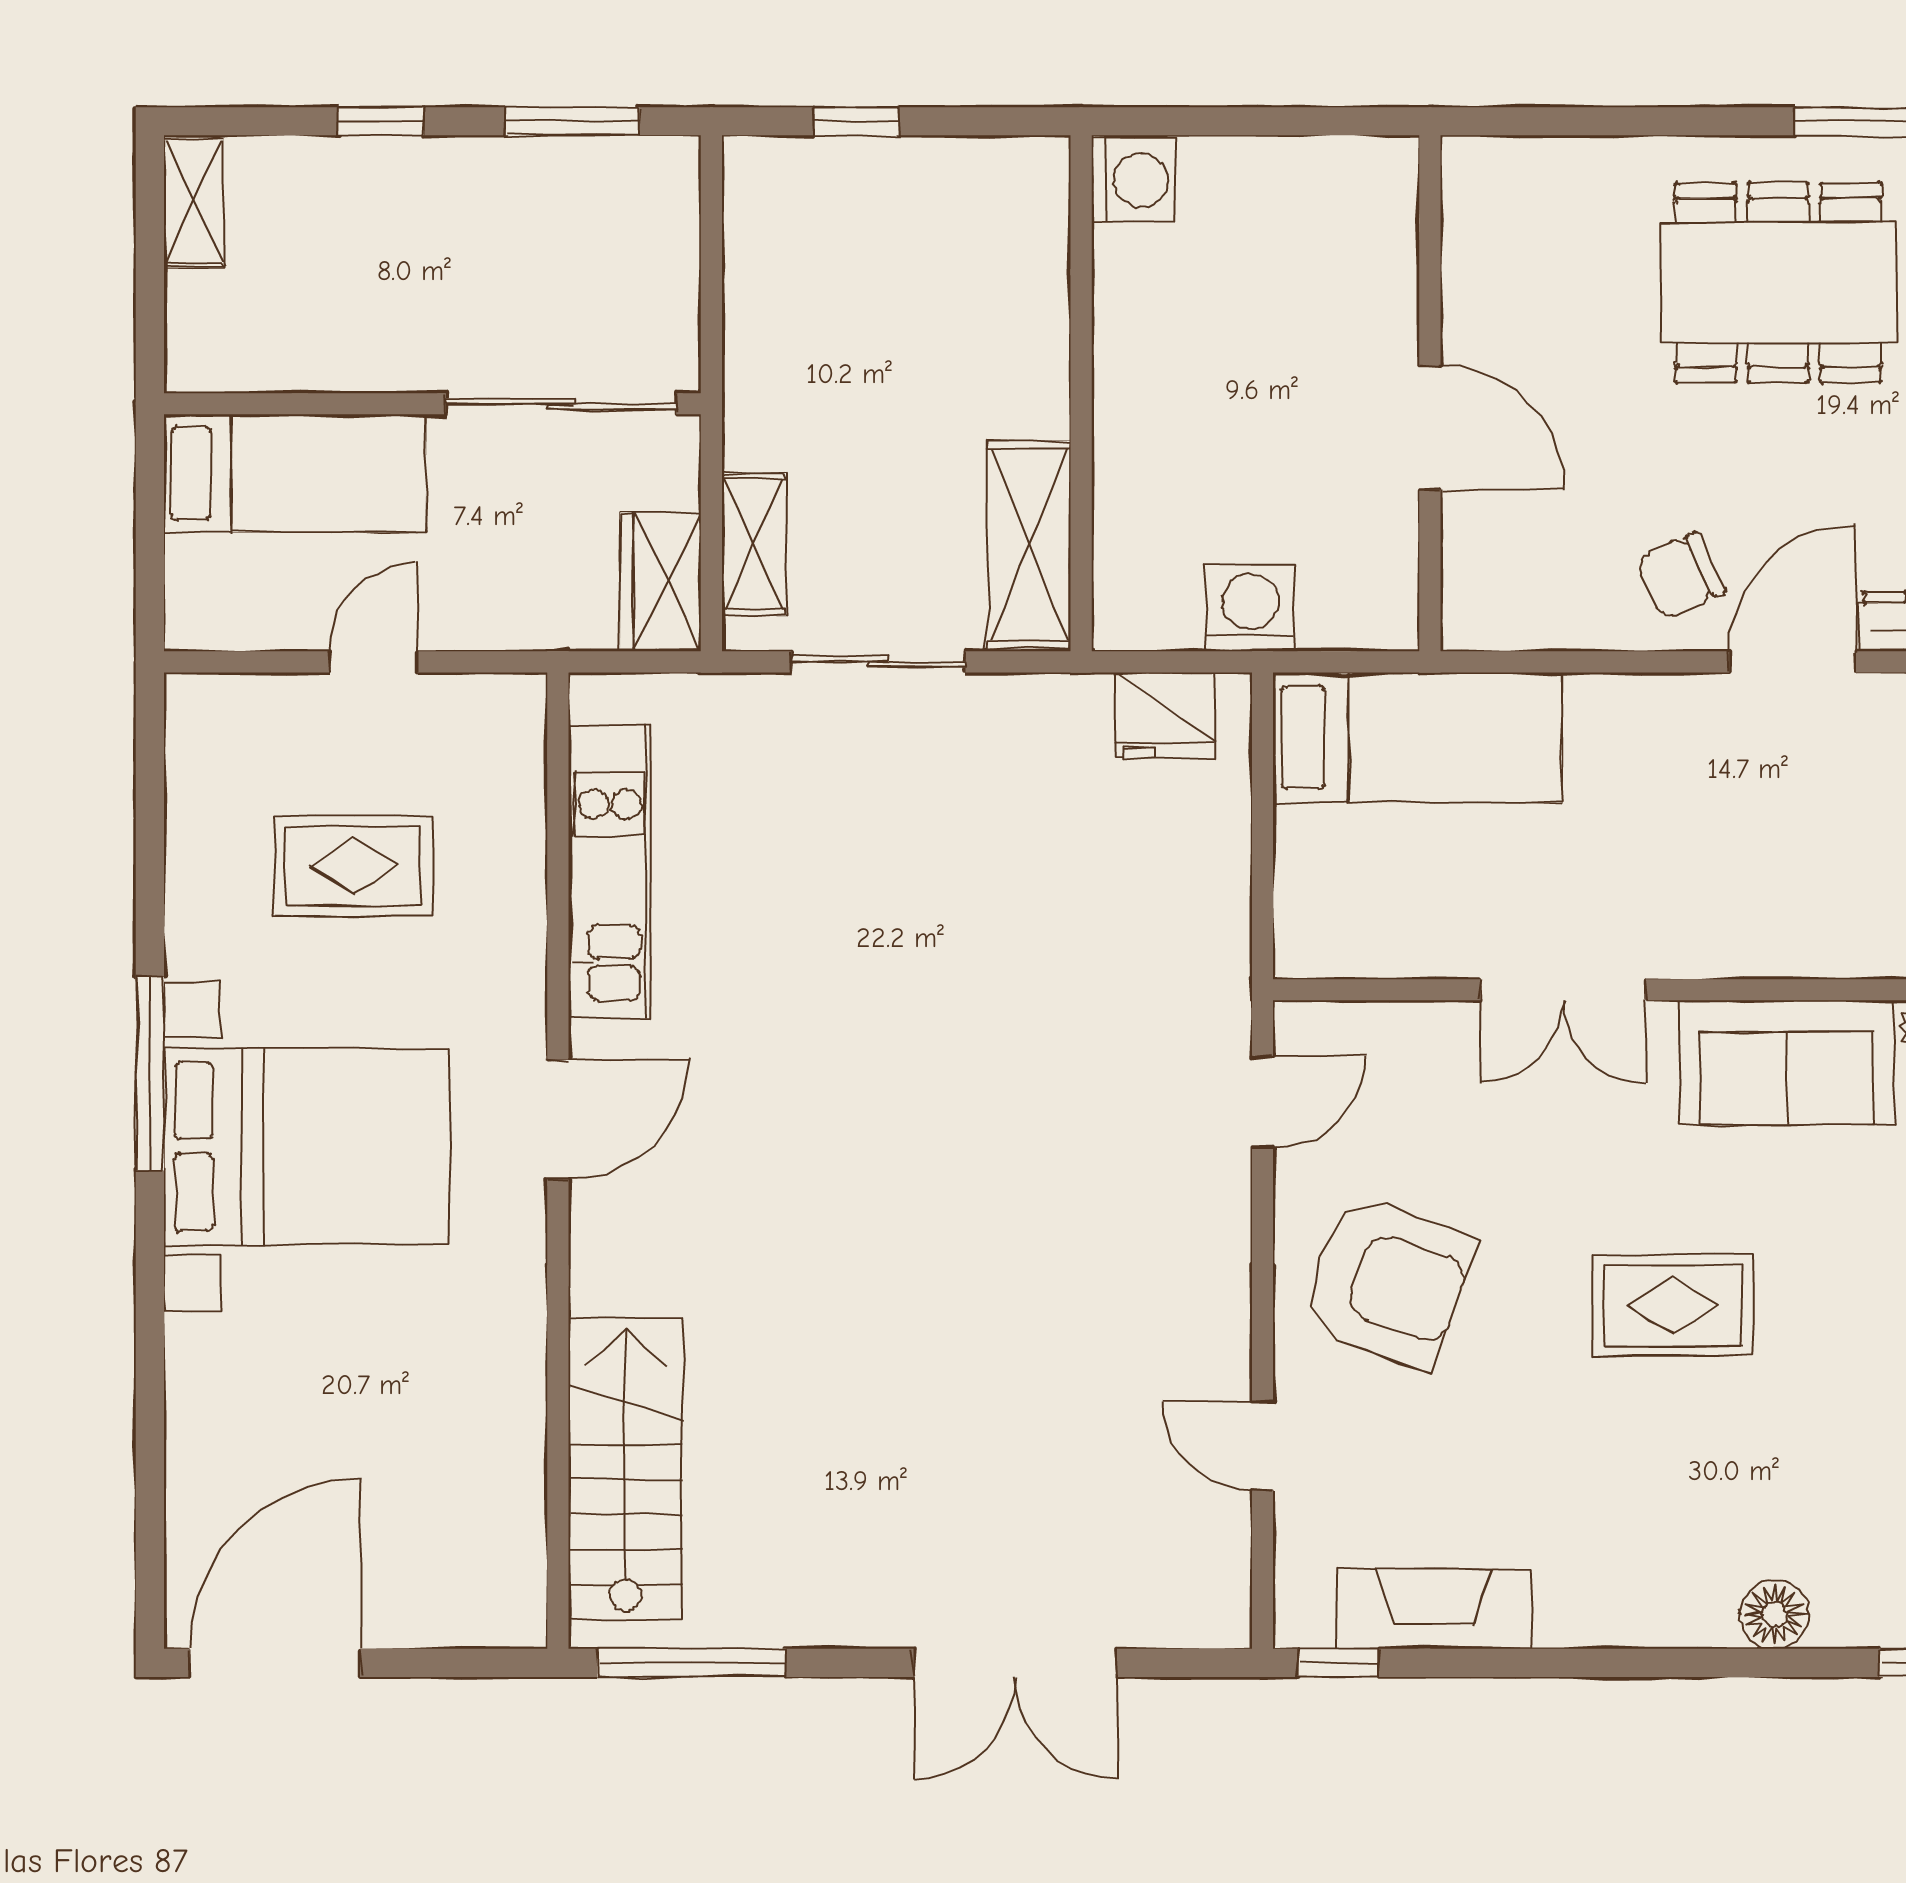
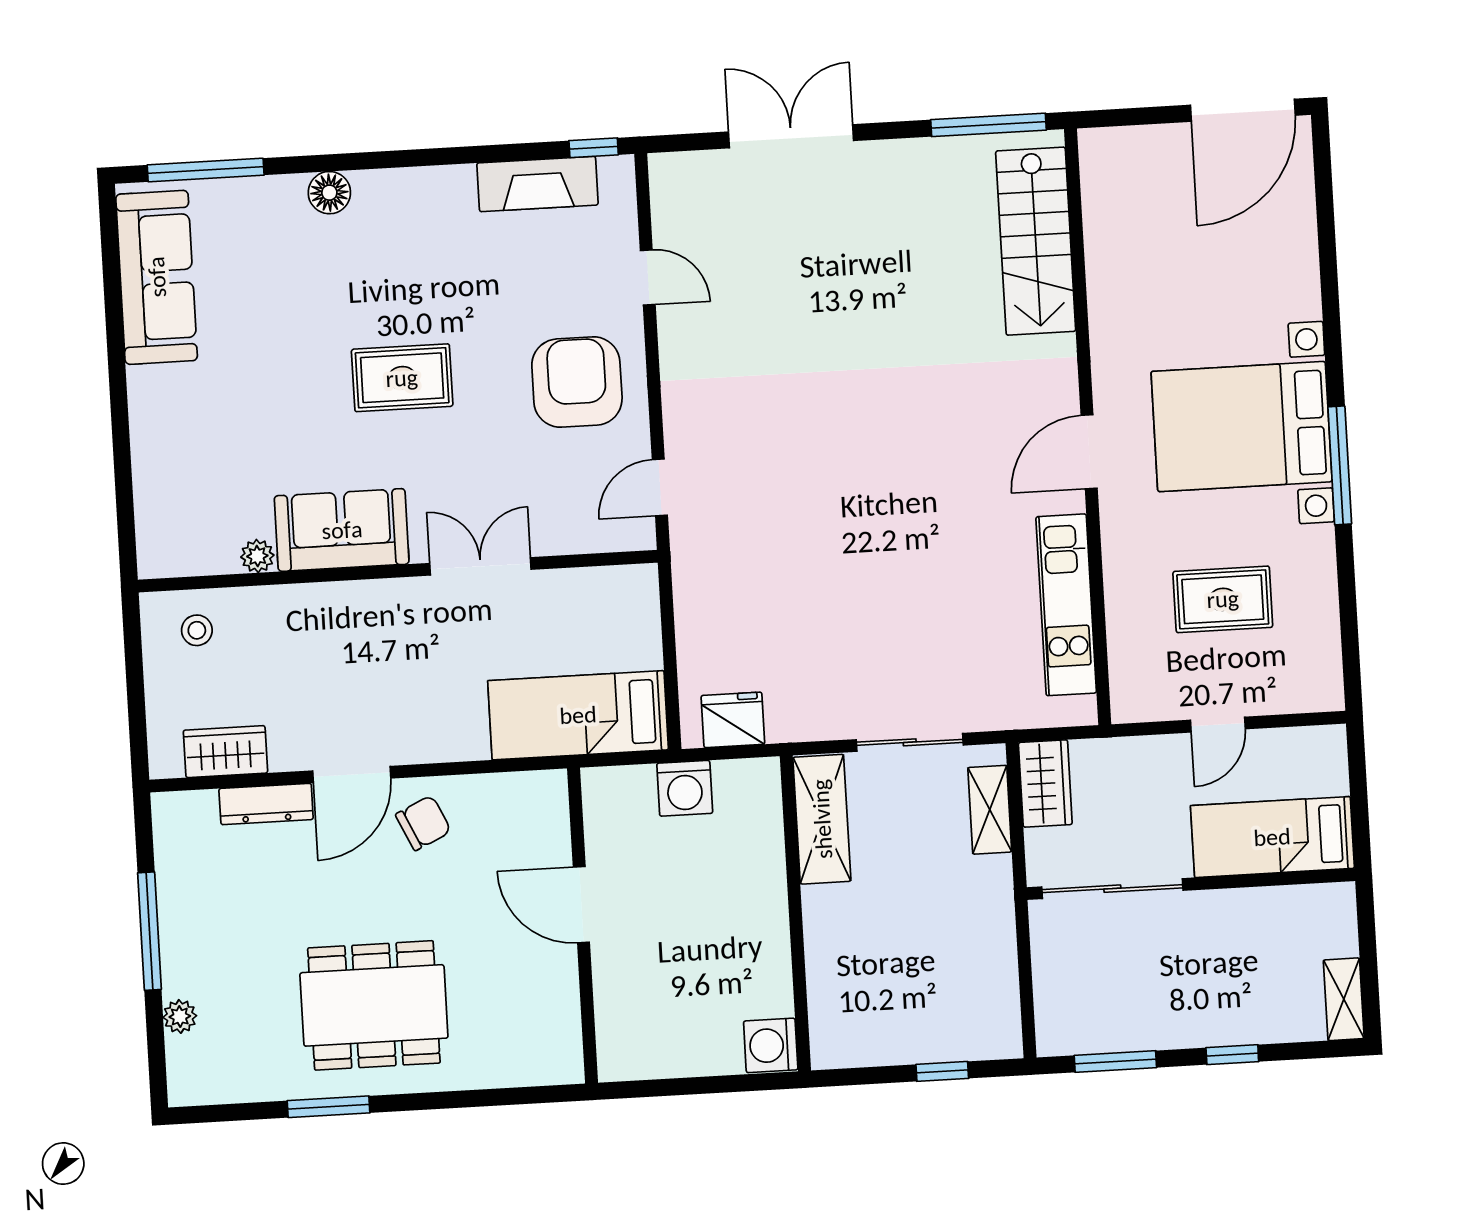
armchair: (1388, 1282) -> (577, 382), turned 70

